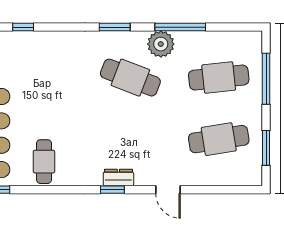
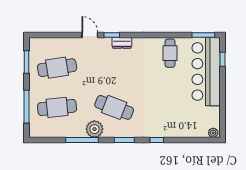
window: (23, 27) -> (157, 140), moved
window: (112, 190) -> (112, 35), moved

